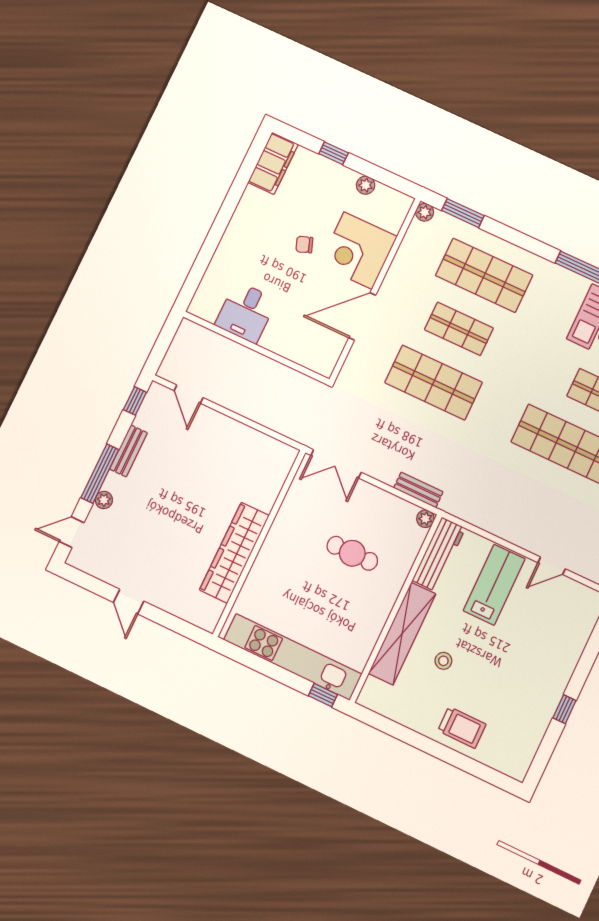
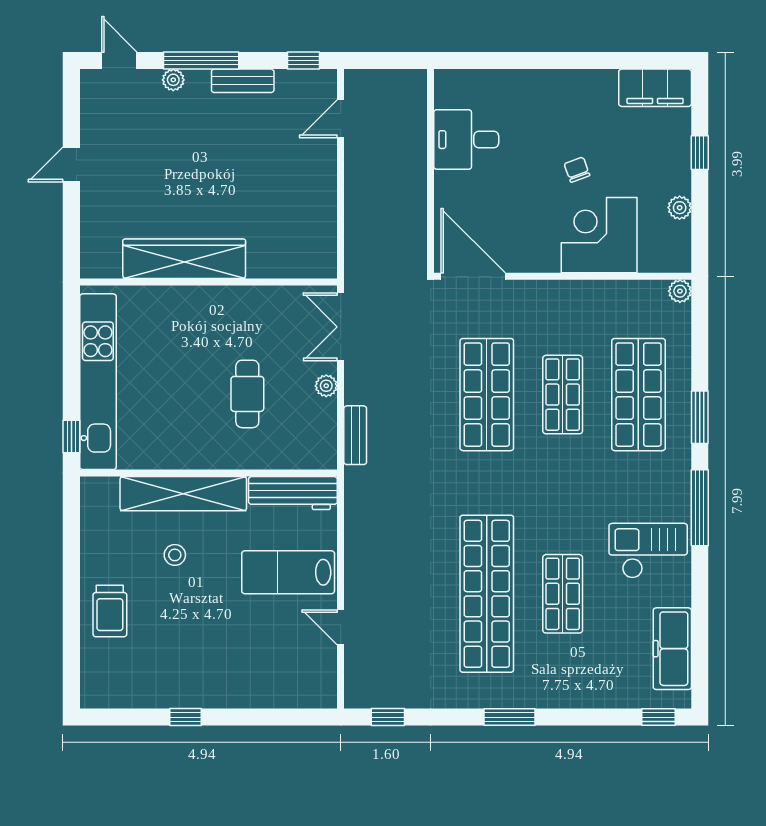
window: (463, 213) -> (700, 417), moved
door: (362, 316) -> (473, 276), moved
plant: (425, 519) -> (326, 386), moved
lab bench: (494, 585) -> (288, 572), turned 180

